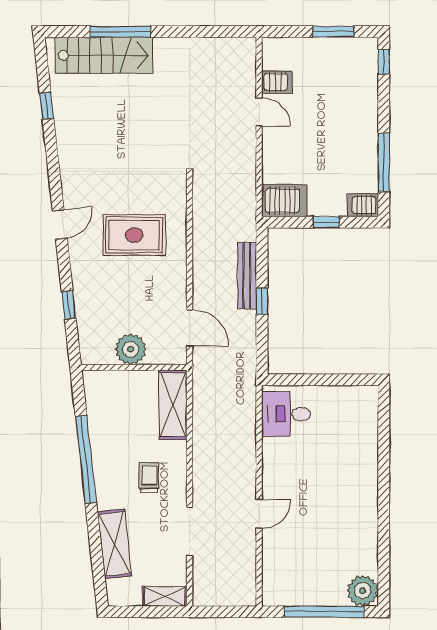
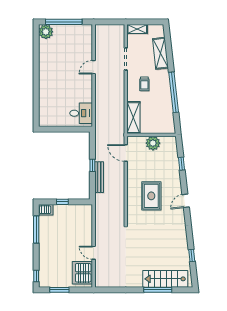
server rack: (277, 82) -> (82, 273), width x2.18, depth x1.44
server rack: (284, 201) -> (82, 212), removed
rug: (134, 235) -> (151, 196), turned 90

